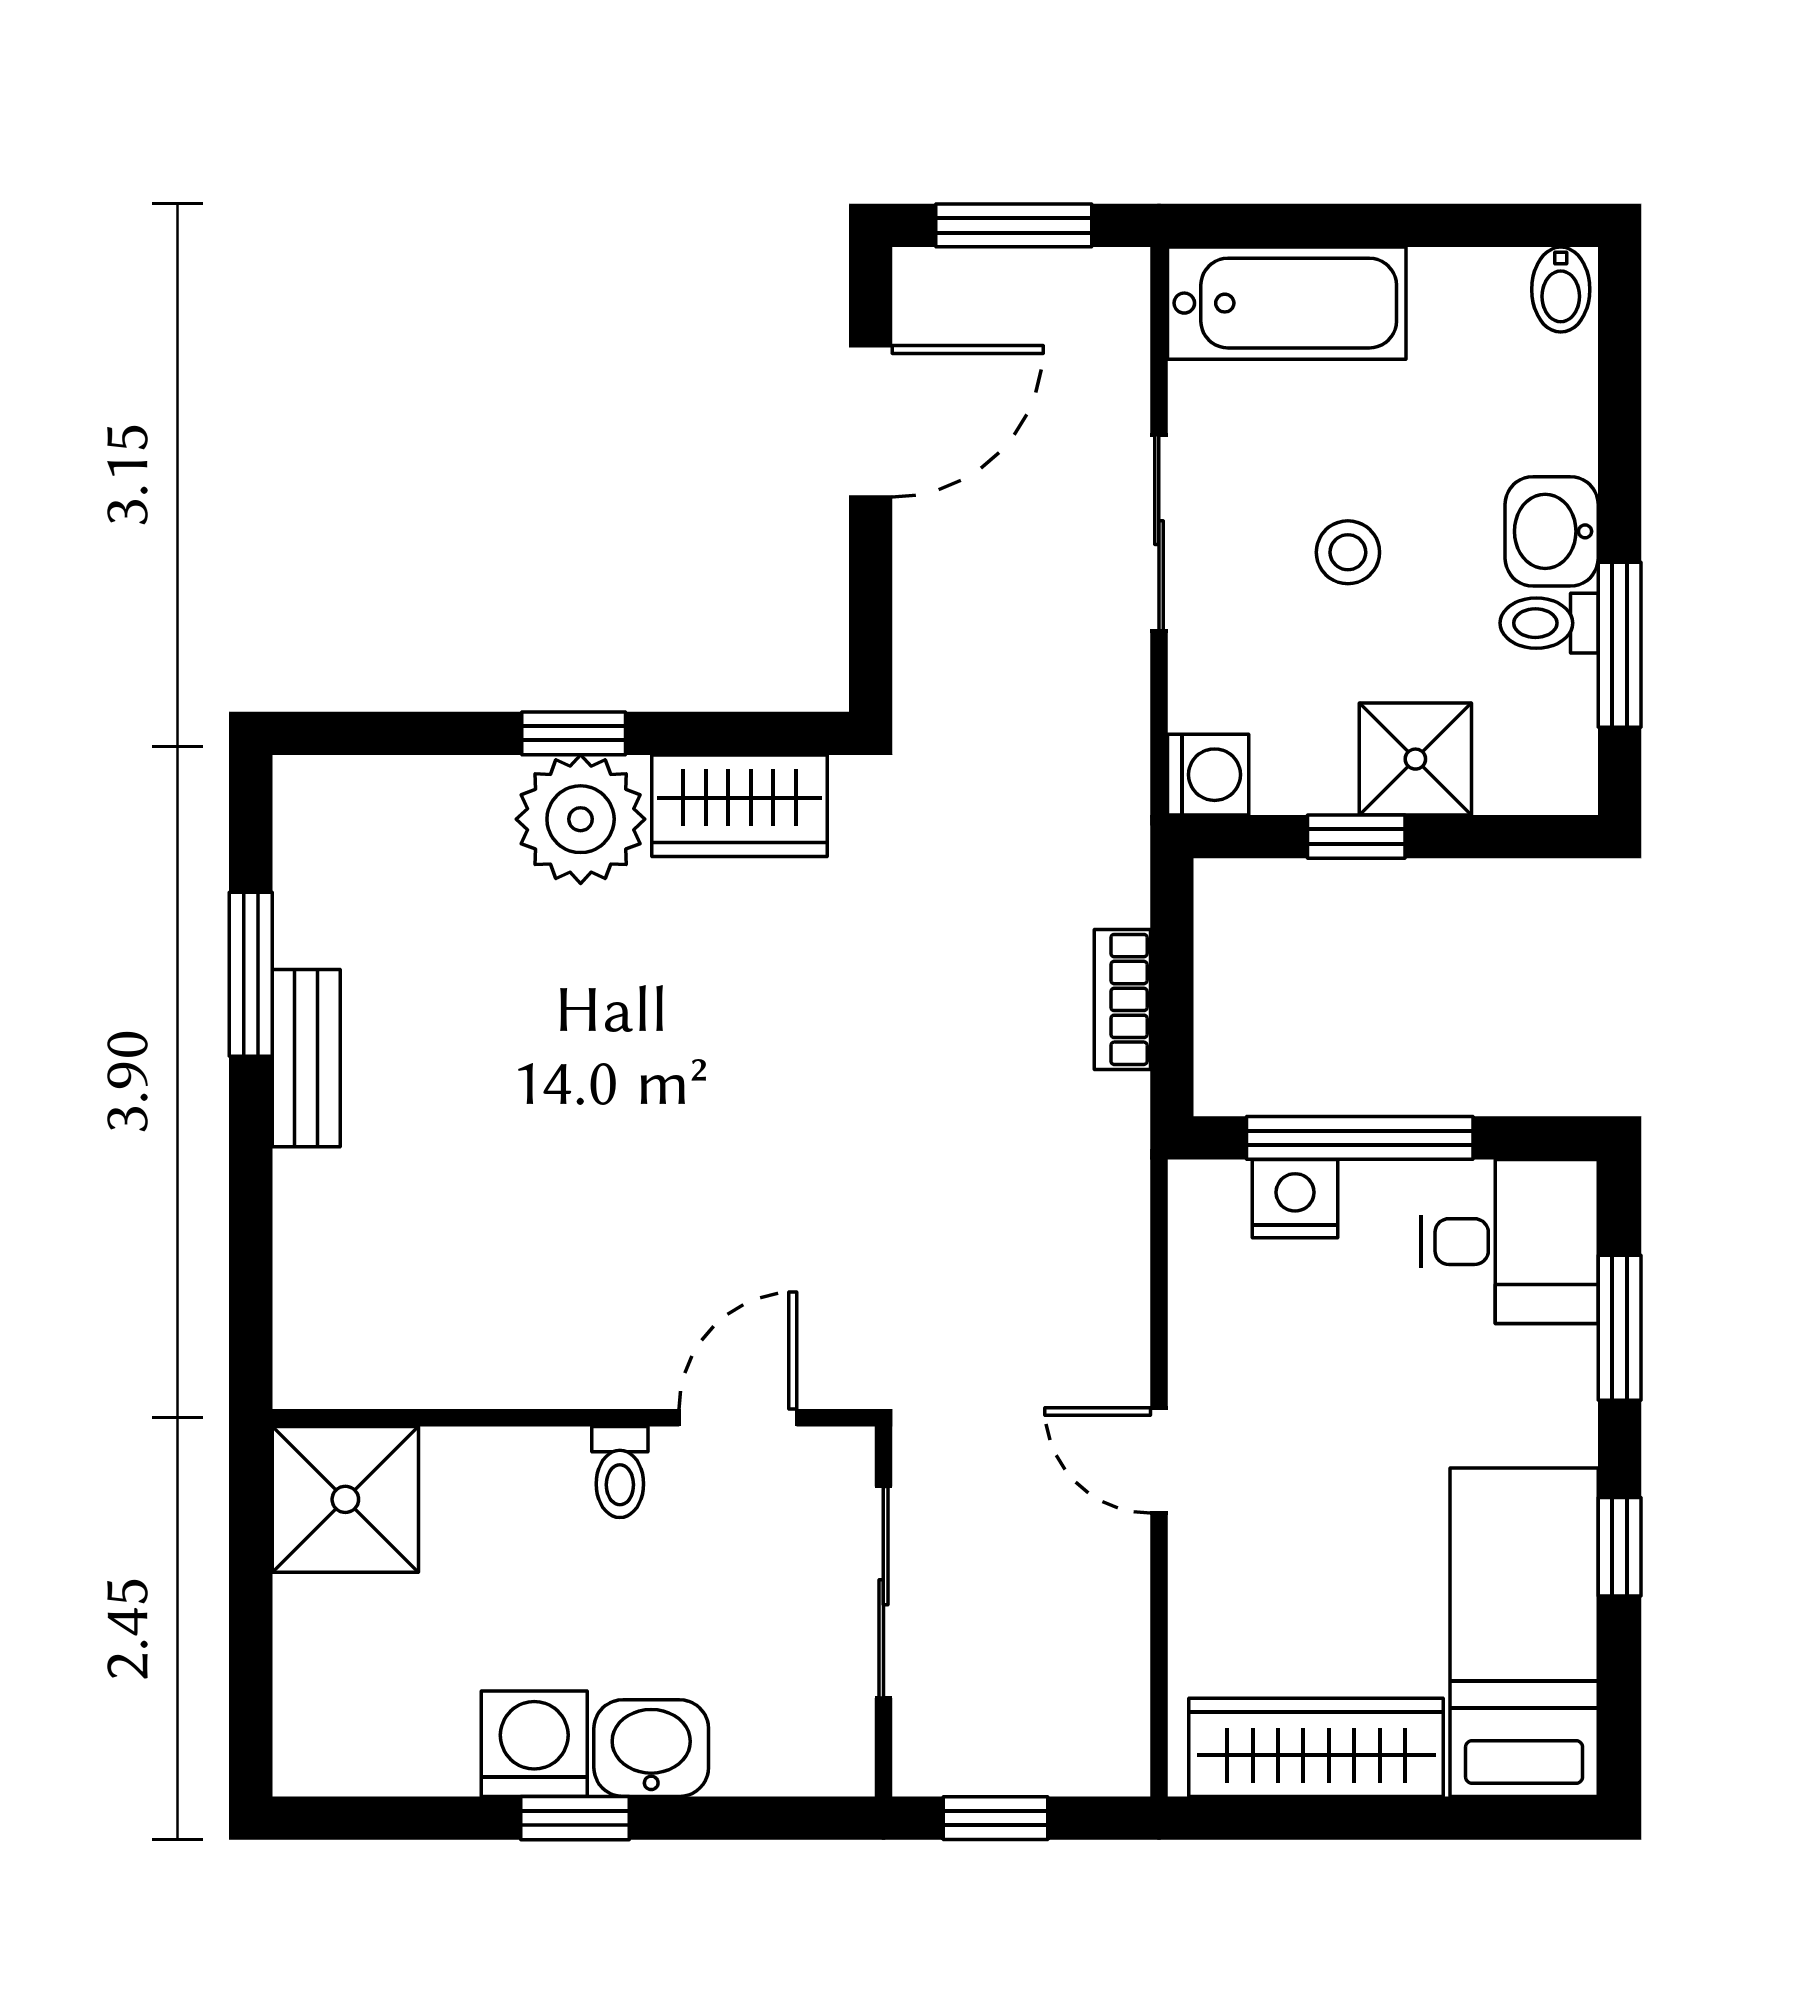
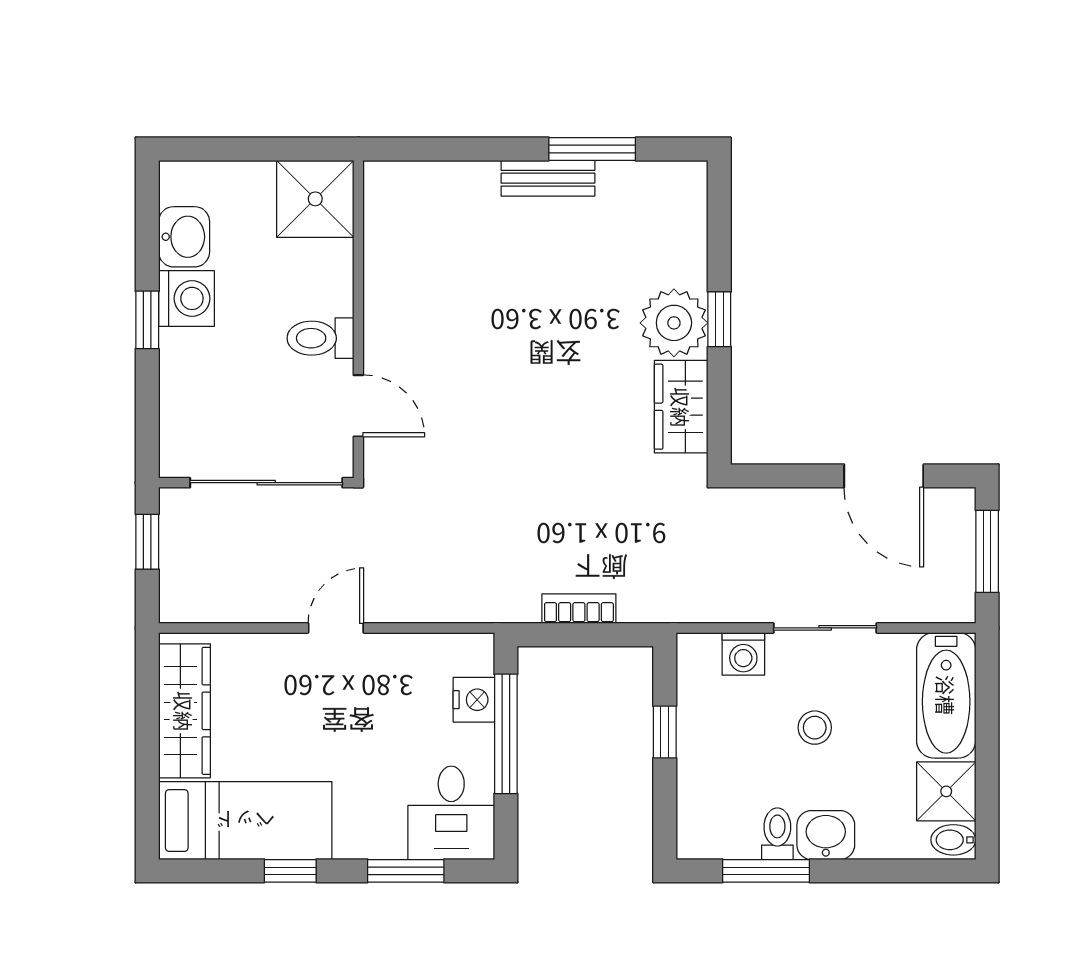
shower: (1415, 759) -> (946, 791), moved
washing machine: (1208, 775) -> (743, 654), moved
toilet: (620, 1472) -> (320, 338), width x1.37, depth x1.39
sliding door: (883, 1592) -> (266, 483), width x1.37
washbasin: (651, 1748) -> (184, 237), moved

